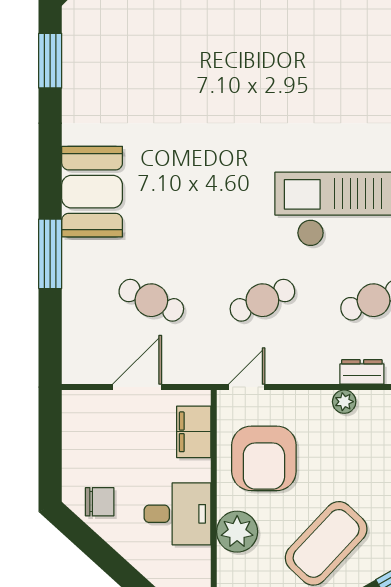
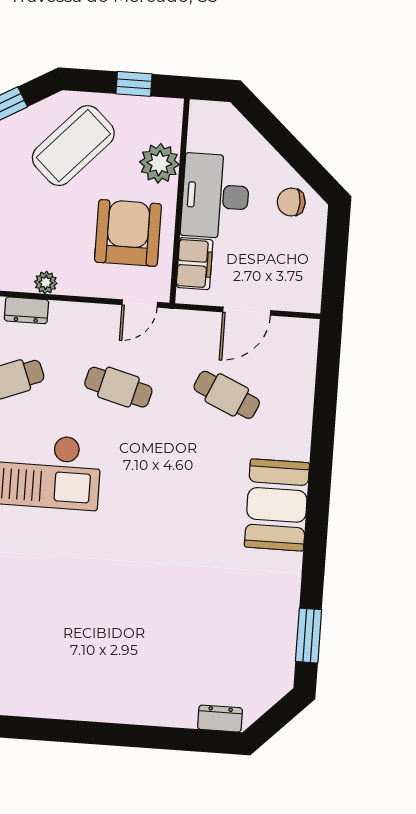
window: (50, 254) -> (322, 447), removed
cafe table: (262, 300) -> (118, 387), turned 39
desk: (177, 514) -> (215, 196), width x1.37

